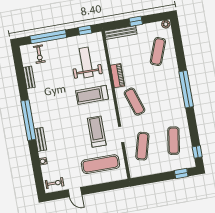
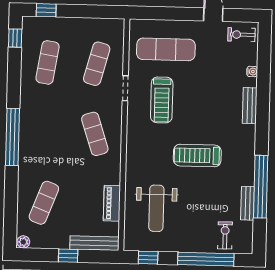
piano: (118, 76) -> (112, 203), moved
treadmill: (92, 95) -> (197, 155), moved, turned 180
window: (28, 120) -> (261, 187), moved

